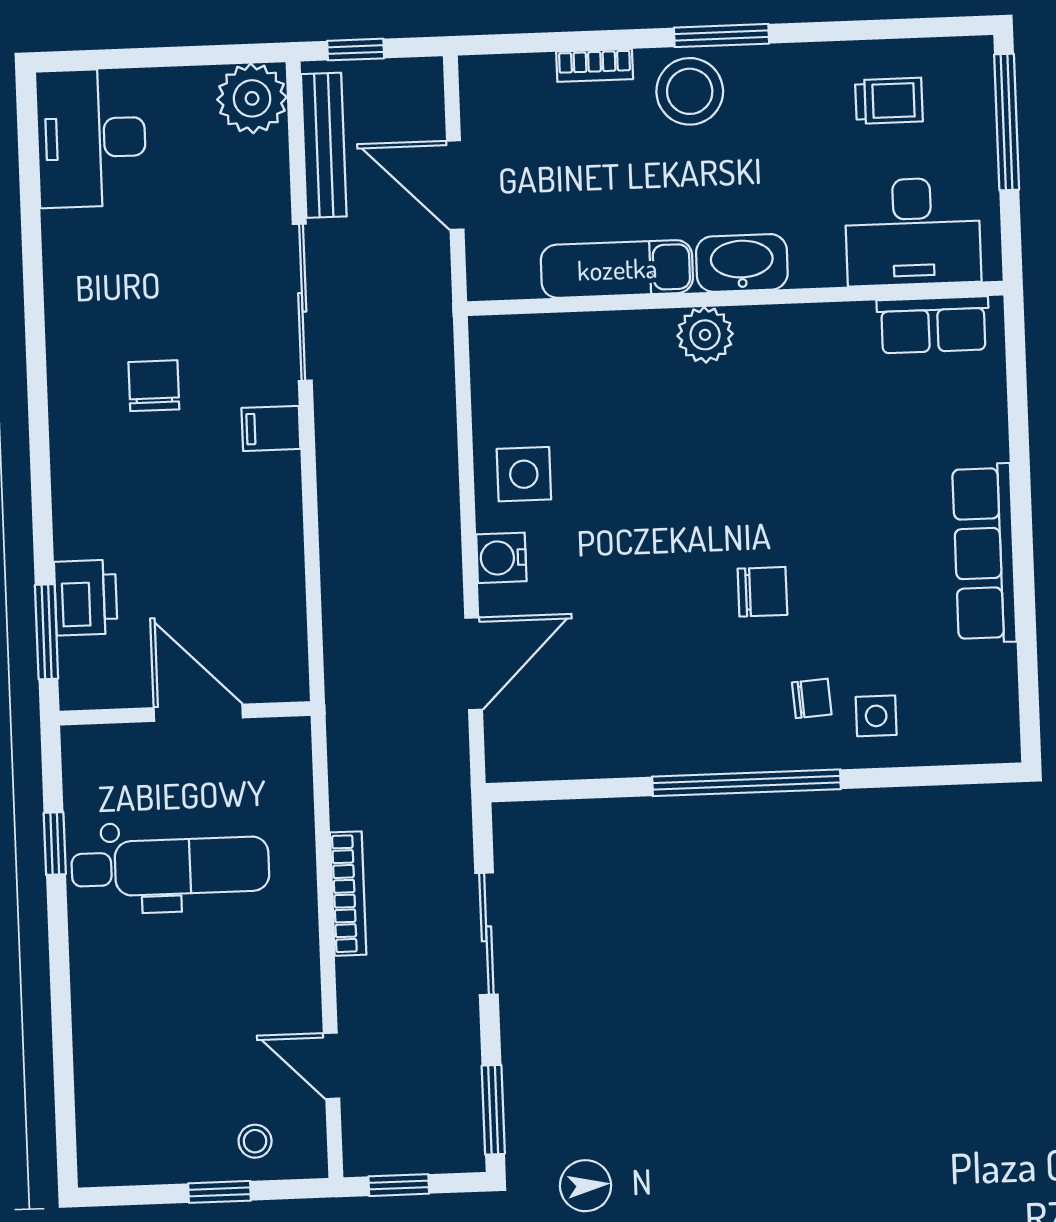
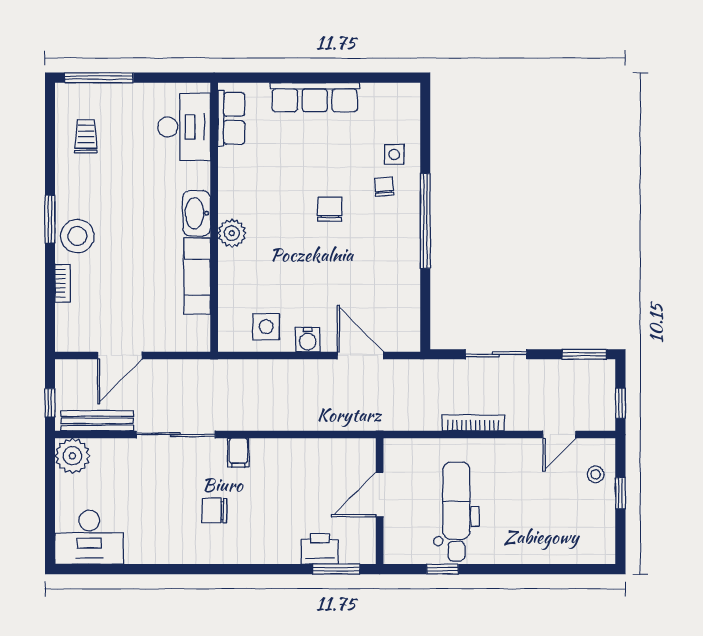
desk: (913, 232) -> (184, 127), moved
washbasin: (742, 263) -> (197, 213), moved
exam couch: (617, 269) -> (197, 276), moved
wall: (735, 298) -> (214, 217), moved
row of seats: (933, 325) -> (231, 118), moved
plant: (705, 335) -> (232, 233), moved

